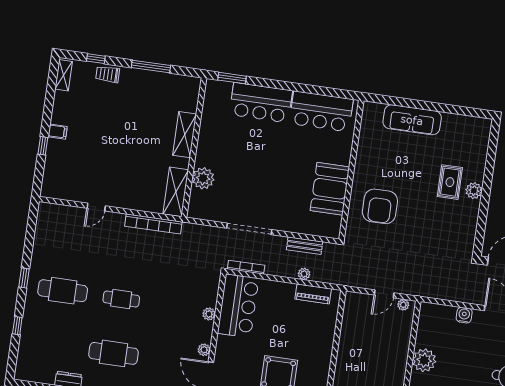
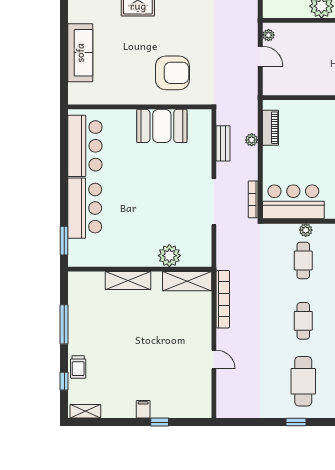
cafe table: (180, 307) -> (303, 260), added

